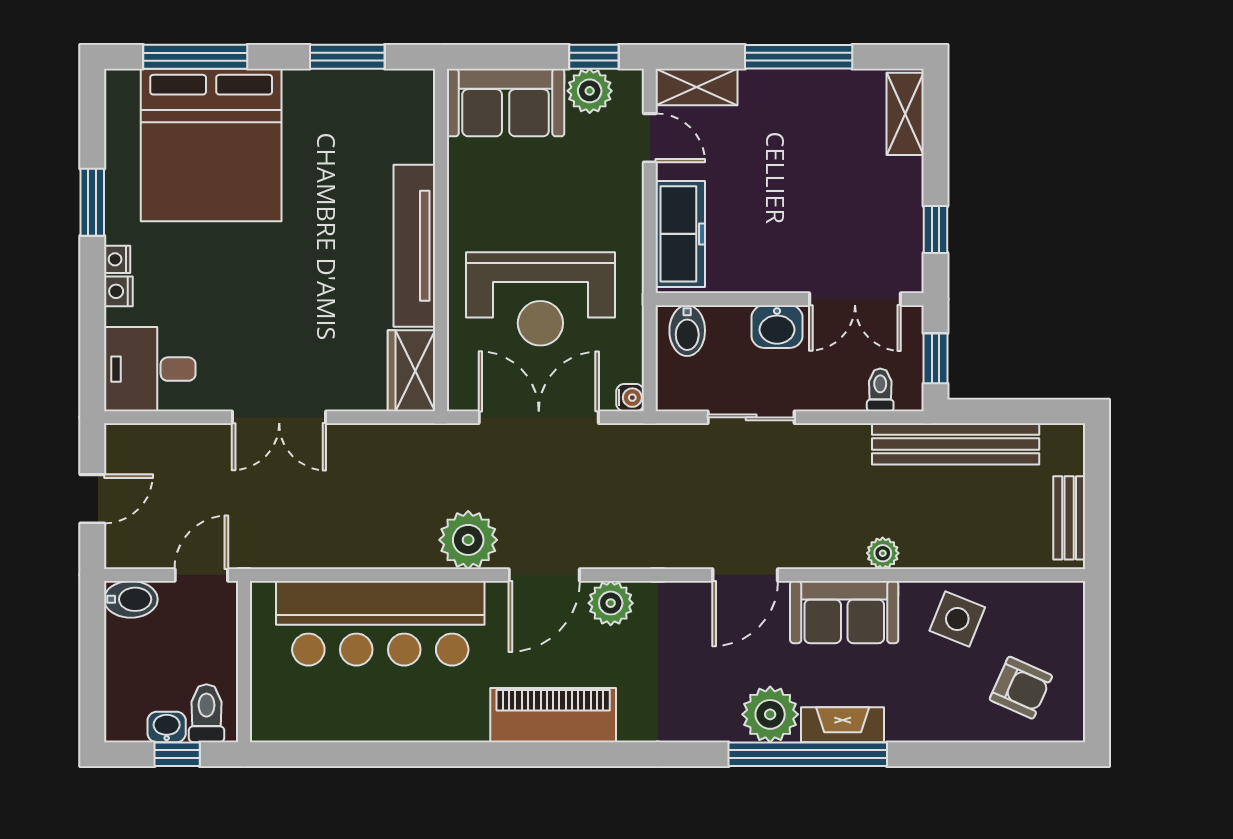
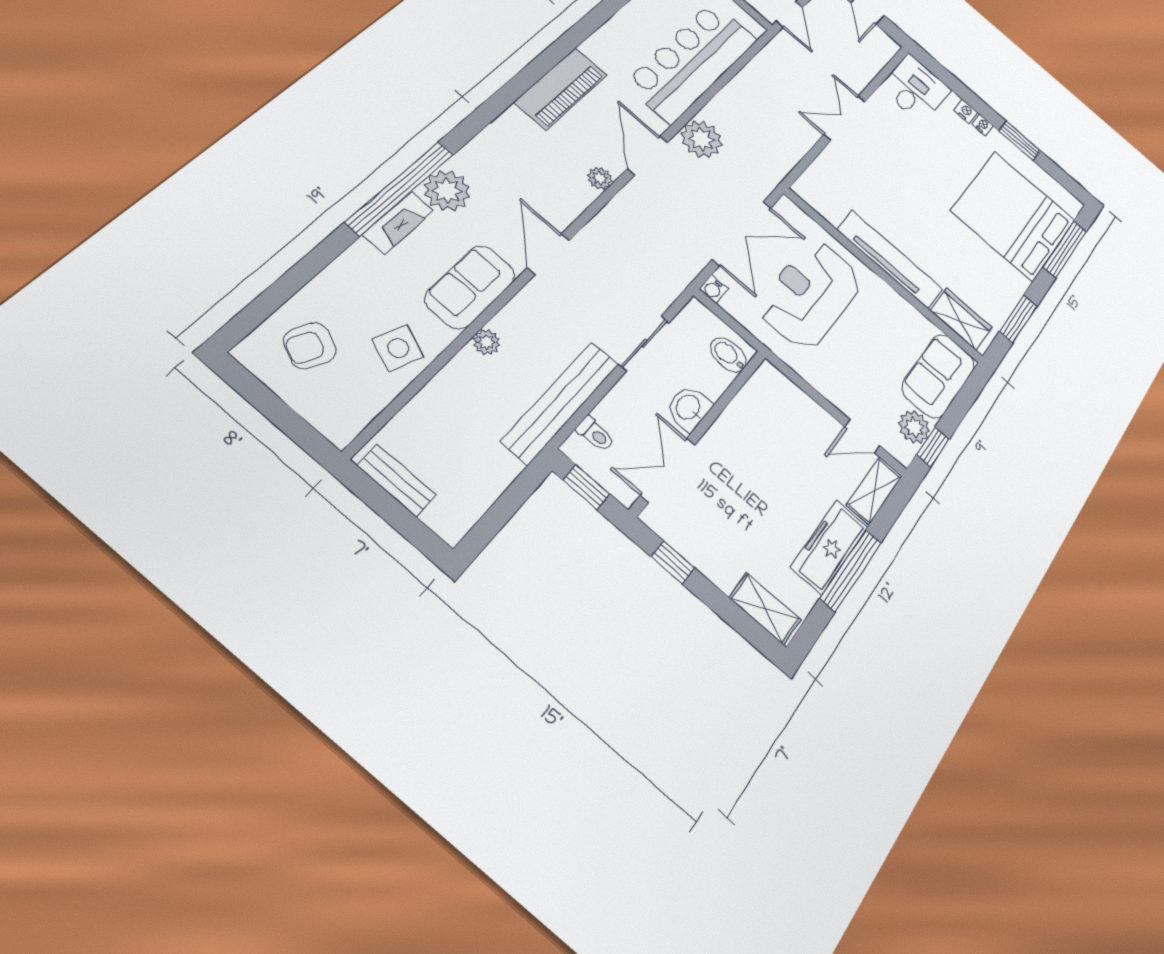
freezer: (680, 234) -> (830, 547), moved, turned 90
wardrobe: (412, 371) -> (961, 319), moved
bench: (956, 444) -> (561, 402), moved
plant: (611, 603) -> (600, 178), width x0.73, depth x0.73

